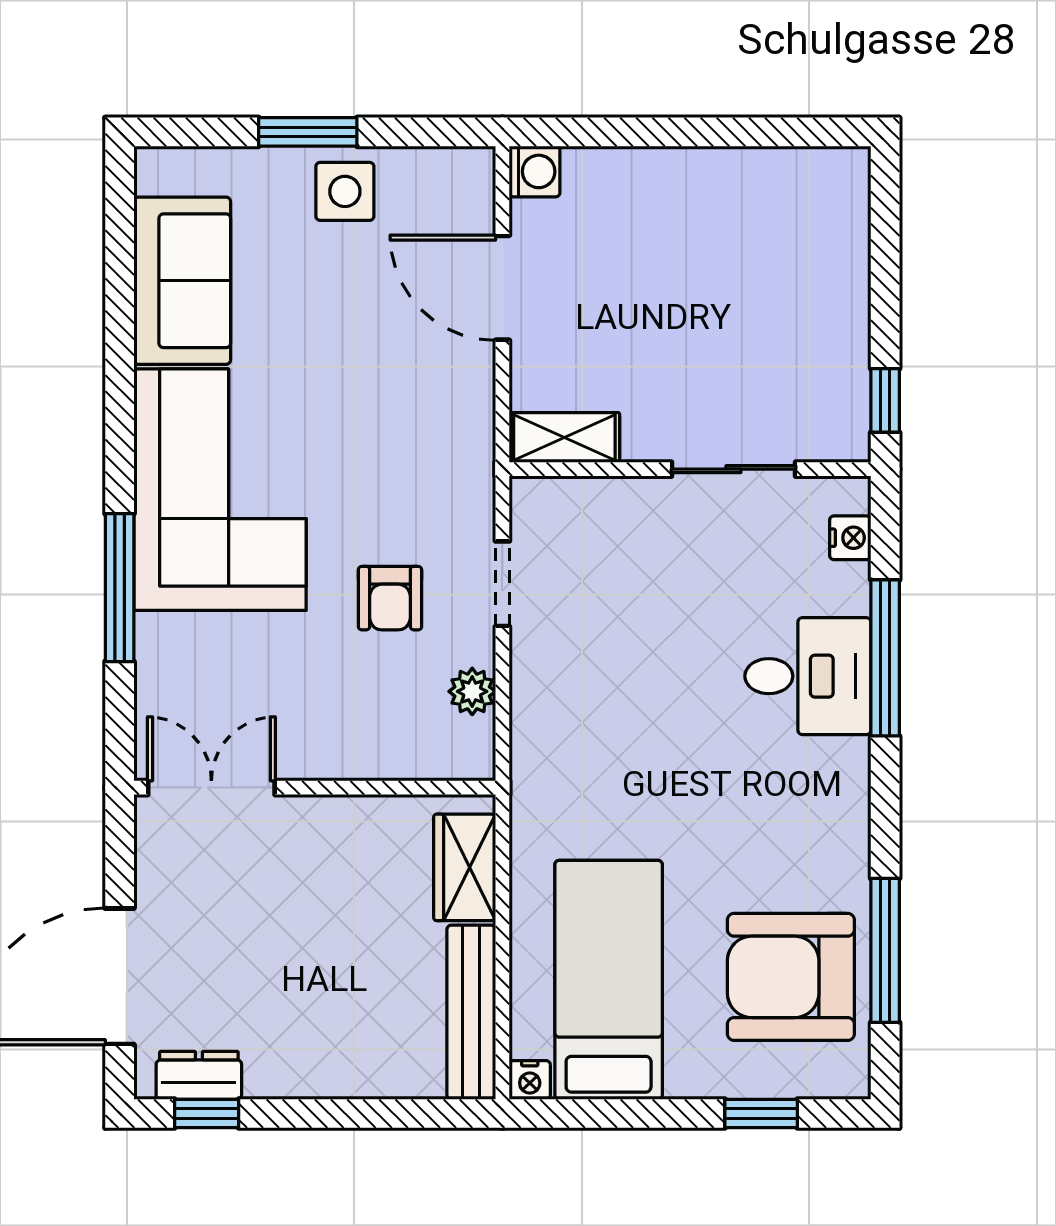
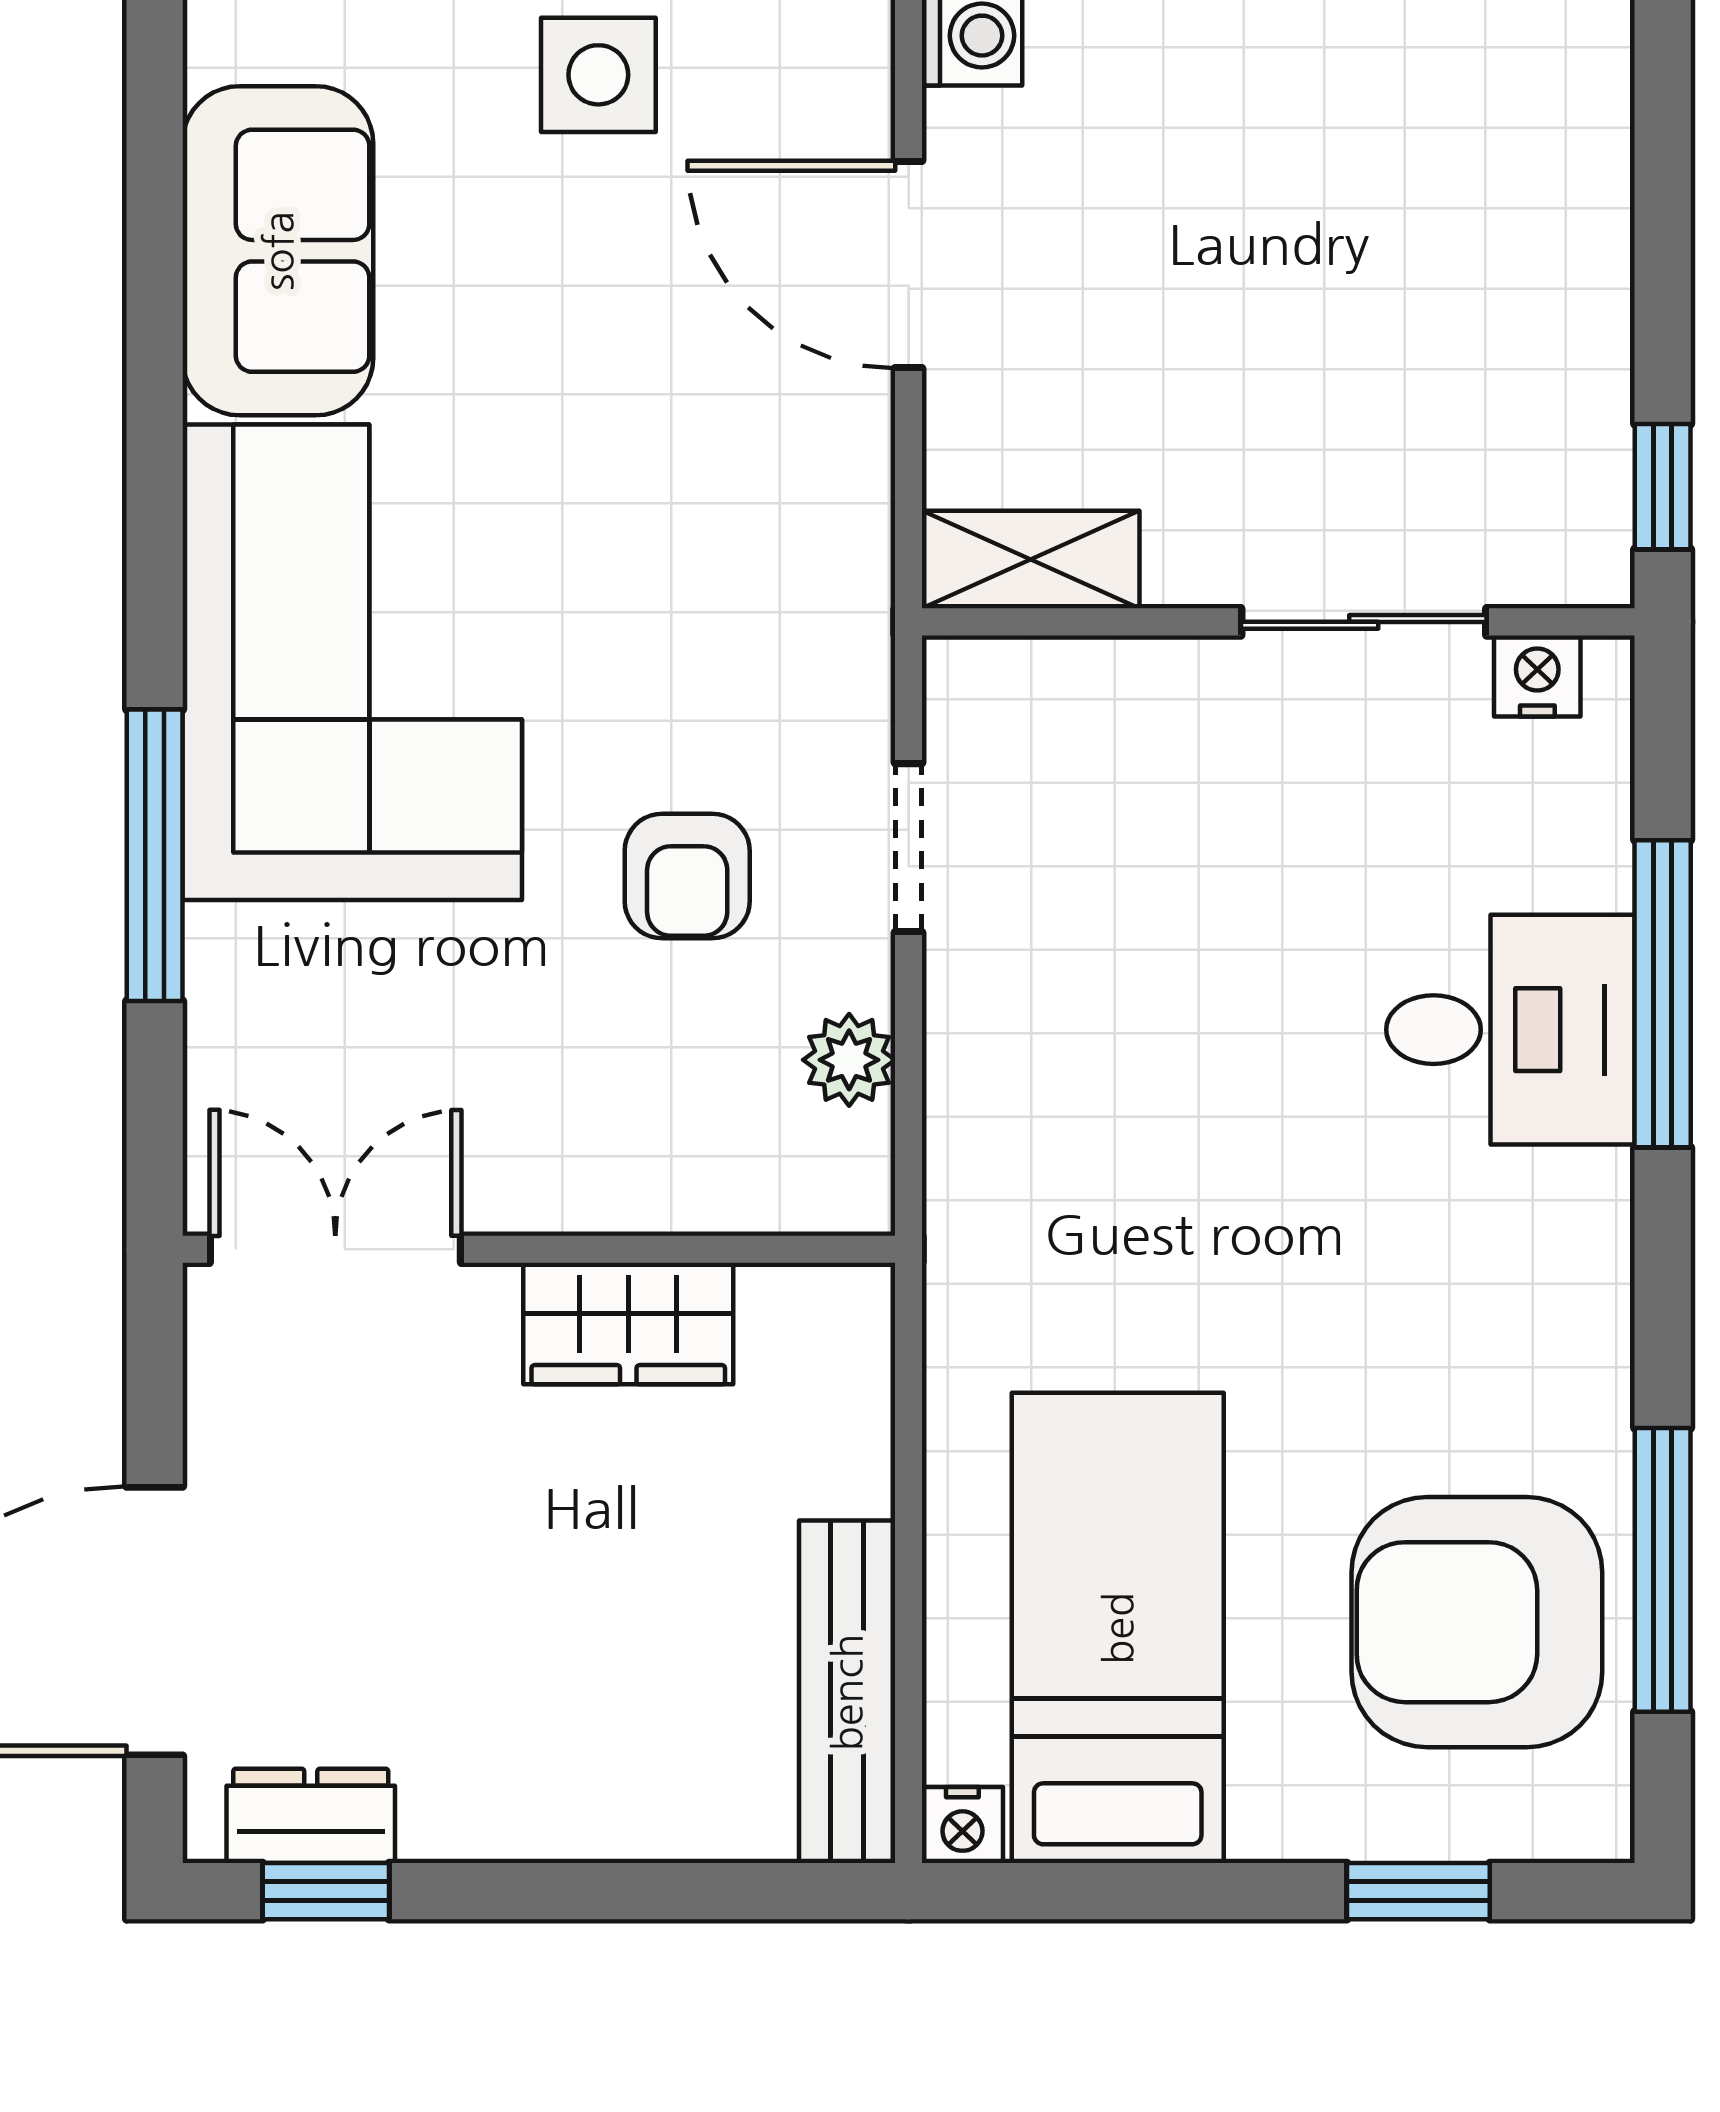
nightstand: (850, 538) -> (1537, 676), moved, turned -90
wardrobe: (465, 867) -> (628, 1324), moved, turned -90

